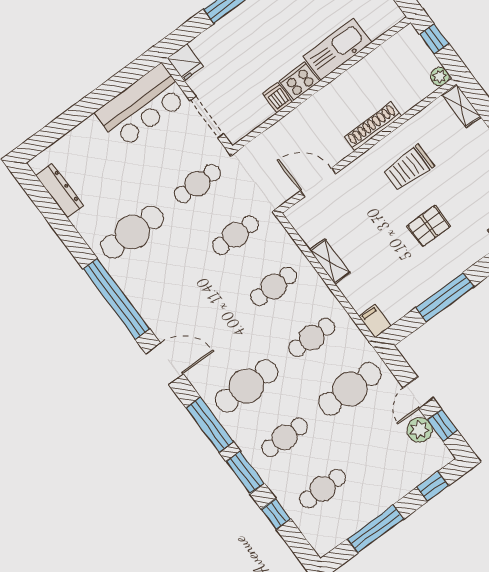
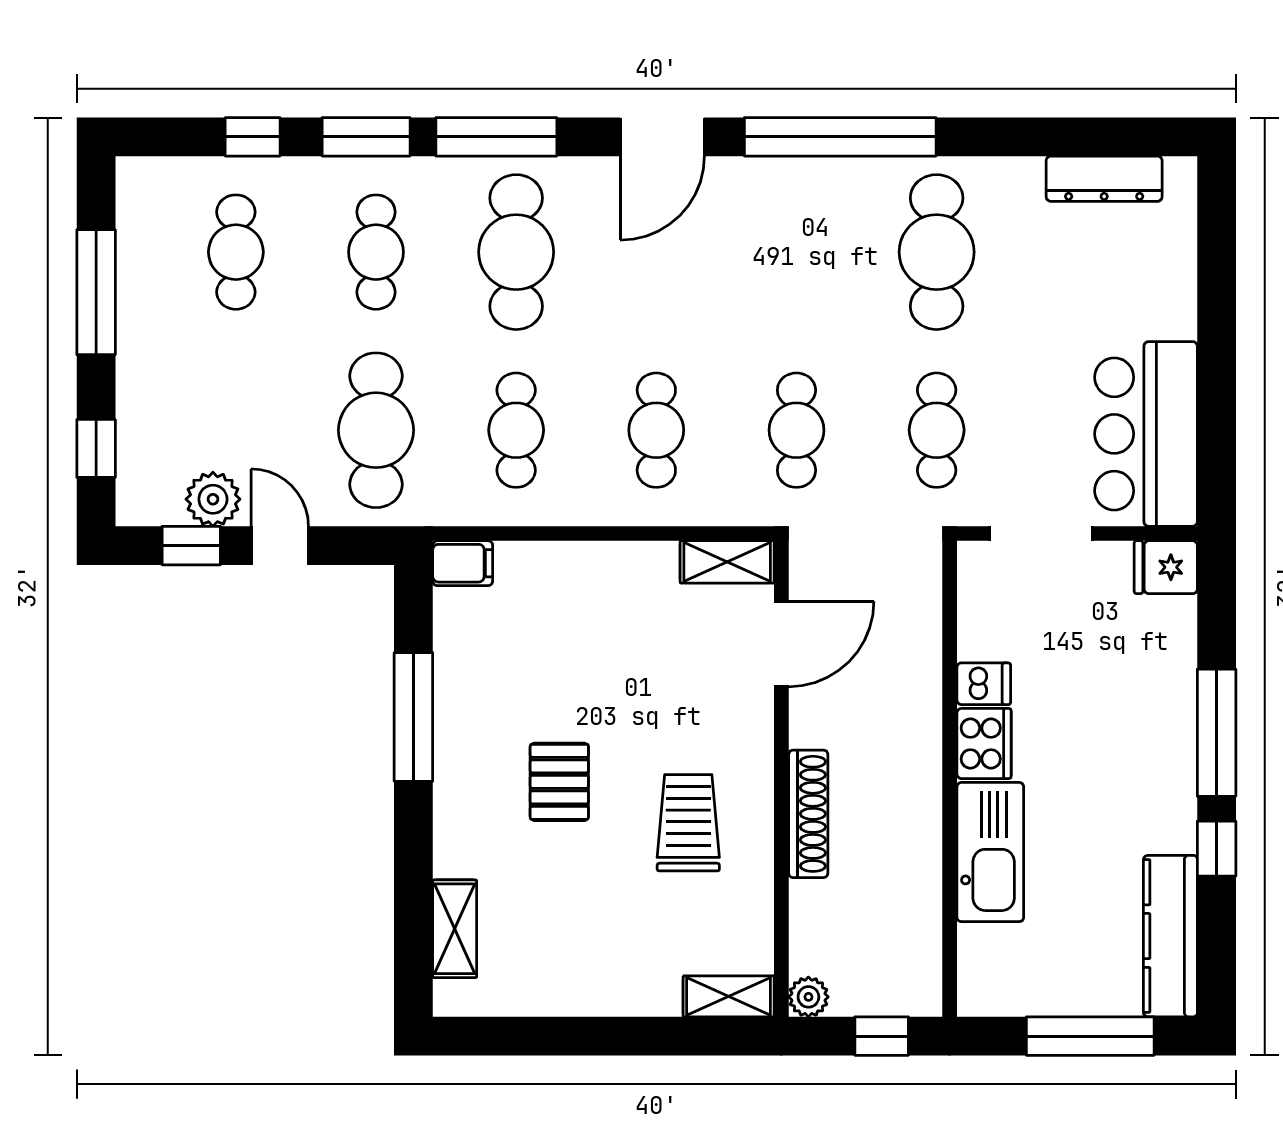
shelving: (330, 261) -> (727, 562), moved

